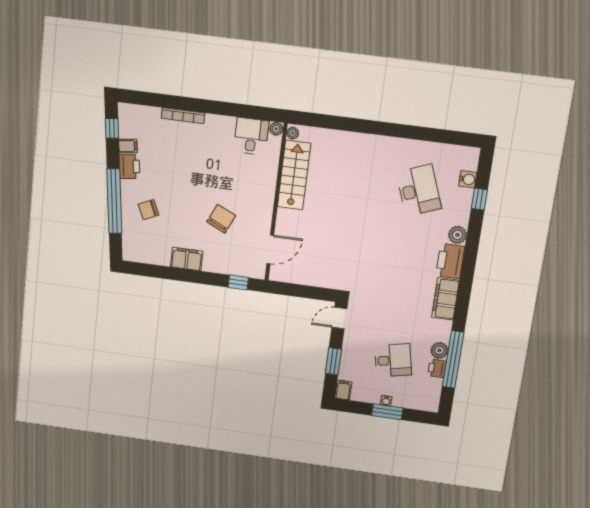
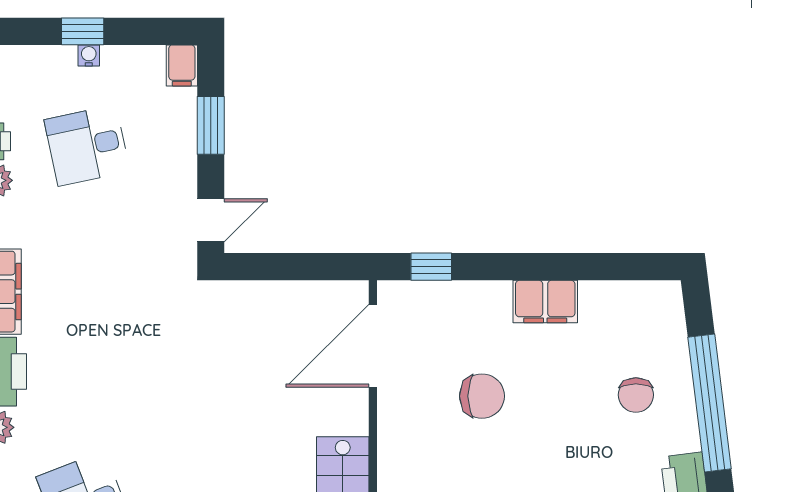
chair: (149, 210) -> (636, 395), turned 114
chair: (221, 219) -> (482, 396), turned -115
door: (270, 249) -> (373, 346), width x1.36
window: (387, 412) -> (83, 31), width x0.67

